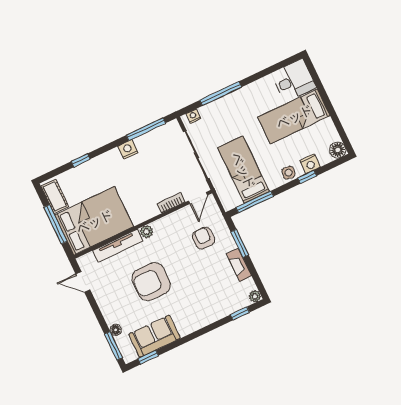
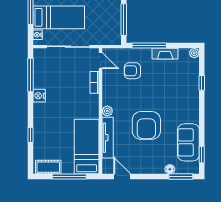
bed: (244, 170) -> (59, 17), moved, turned 180
bed: (94, 221) -> (87, 147), width x0.67
window: (240, 243) -> (149, 46), width x1.44
door: (83, 282) -> (122, 177), swing flipped
window: (240, 313) -> (202, 83), moved

